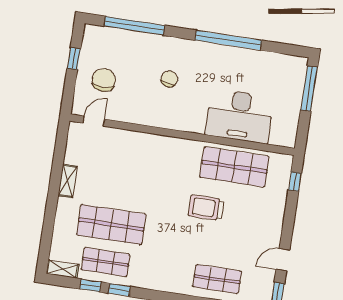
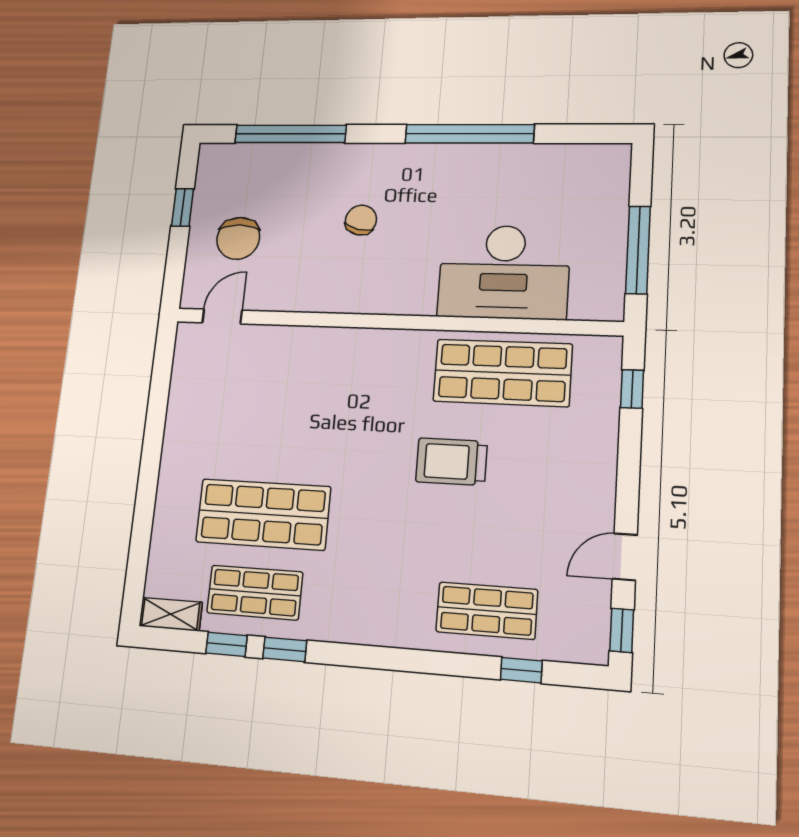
chair: (104, 80) -> (238, 238), turned 180
window: (309, 89) -> (638, 250), moved
shelving: (67, 181) -> (176, 436), removed

